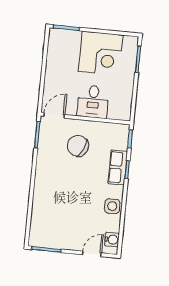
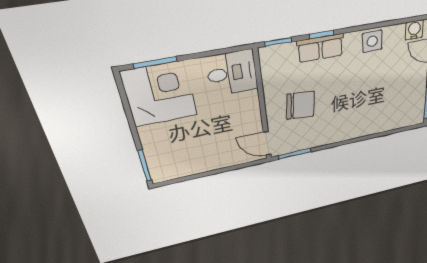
corner desk: (101, 53) -> (160, 94), moved
desk: (93, 102) -> (232, 73), moved
chair: (78, 146) -> (300, 105), turned -111

